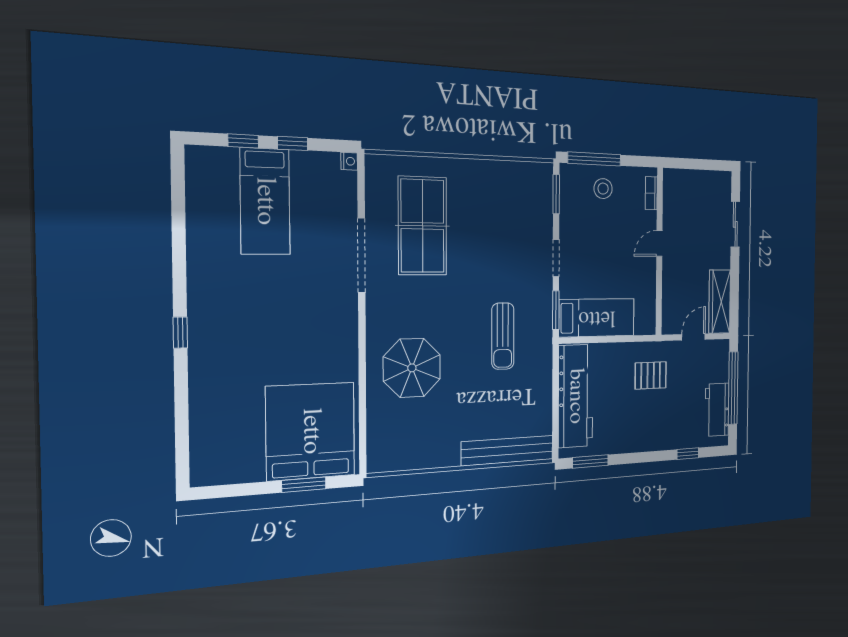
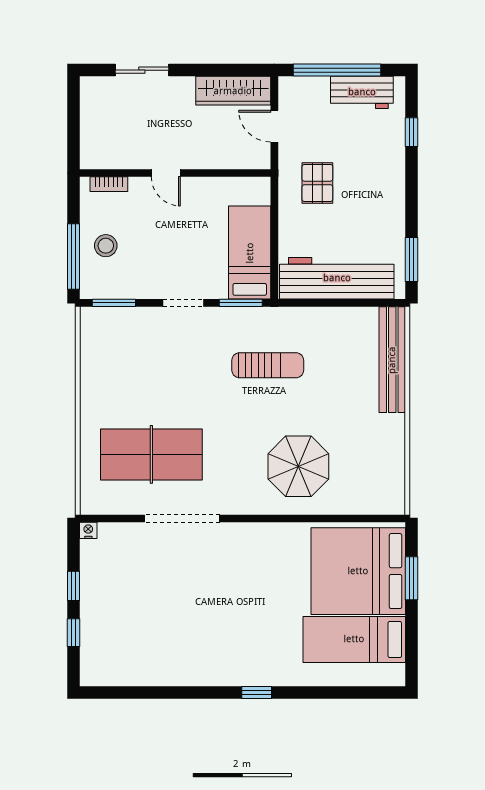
bed: (265, 201) -> (354, 639), moved, turned 180

